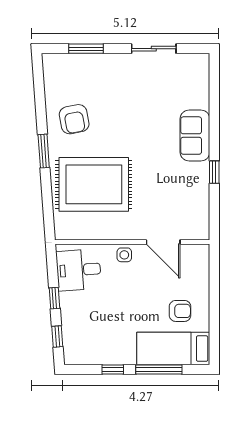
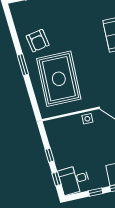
rug: (94, 184) -> (59, 79), turned 90
desk: (79, 270) -> (74, 180), moved

